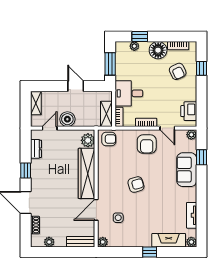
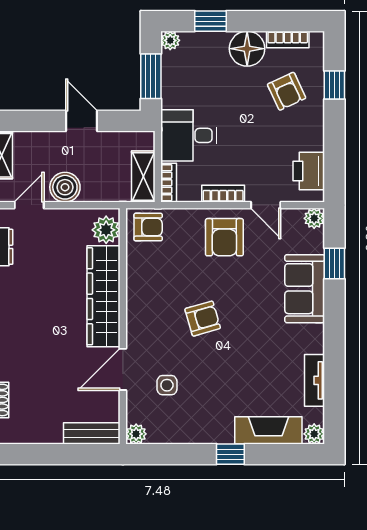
plant: (134, 46) -> (170, 40), moved
plant: (49, 242) -> (28, 434), removed

